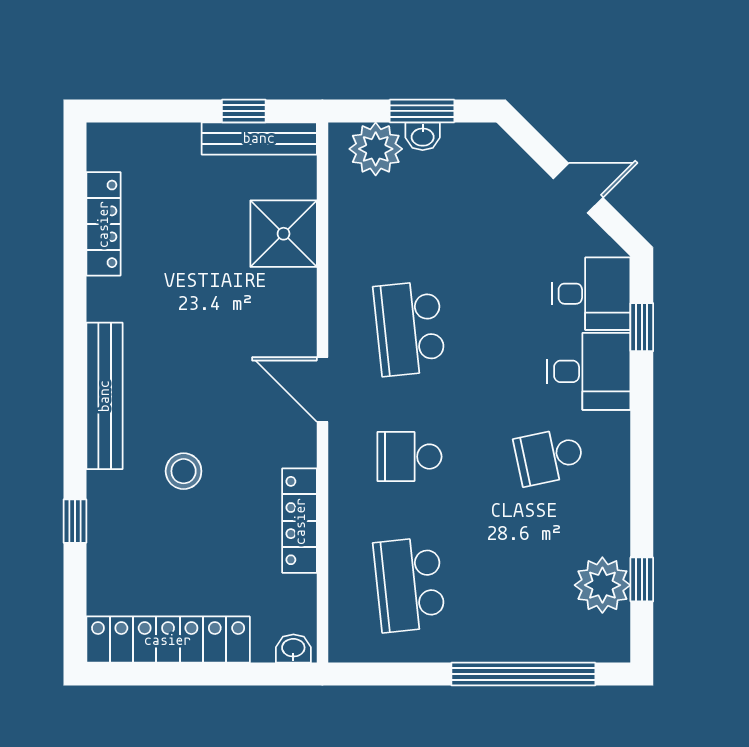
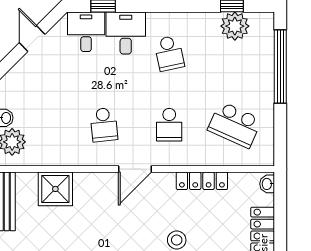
school desk: (409, 328) -> (104, 125), width x0.54
school desk: (409, 585) -> (235, 125), turned 30

